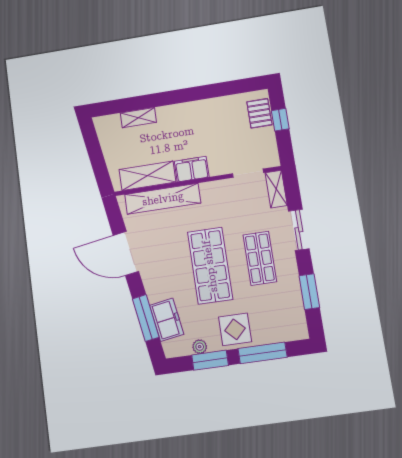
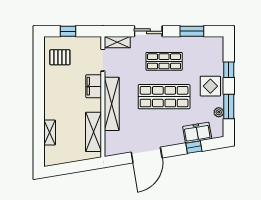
pallet: (259, 113) -> (60, 57), moved
filing cabinet: (192, 169) -> (94, 86), moved
shelving: (163, 199) -> (112, 104), moved
window: (146, 318) -> (194, 147), width x0.46
window: (263, 353) -> (229, 70), width x0.46

